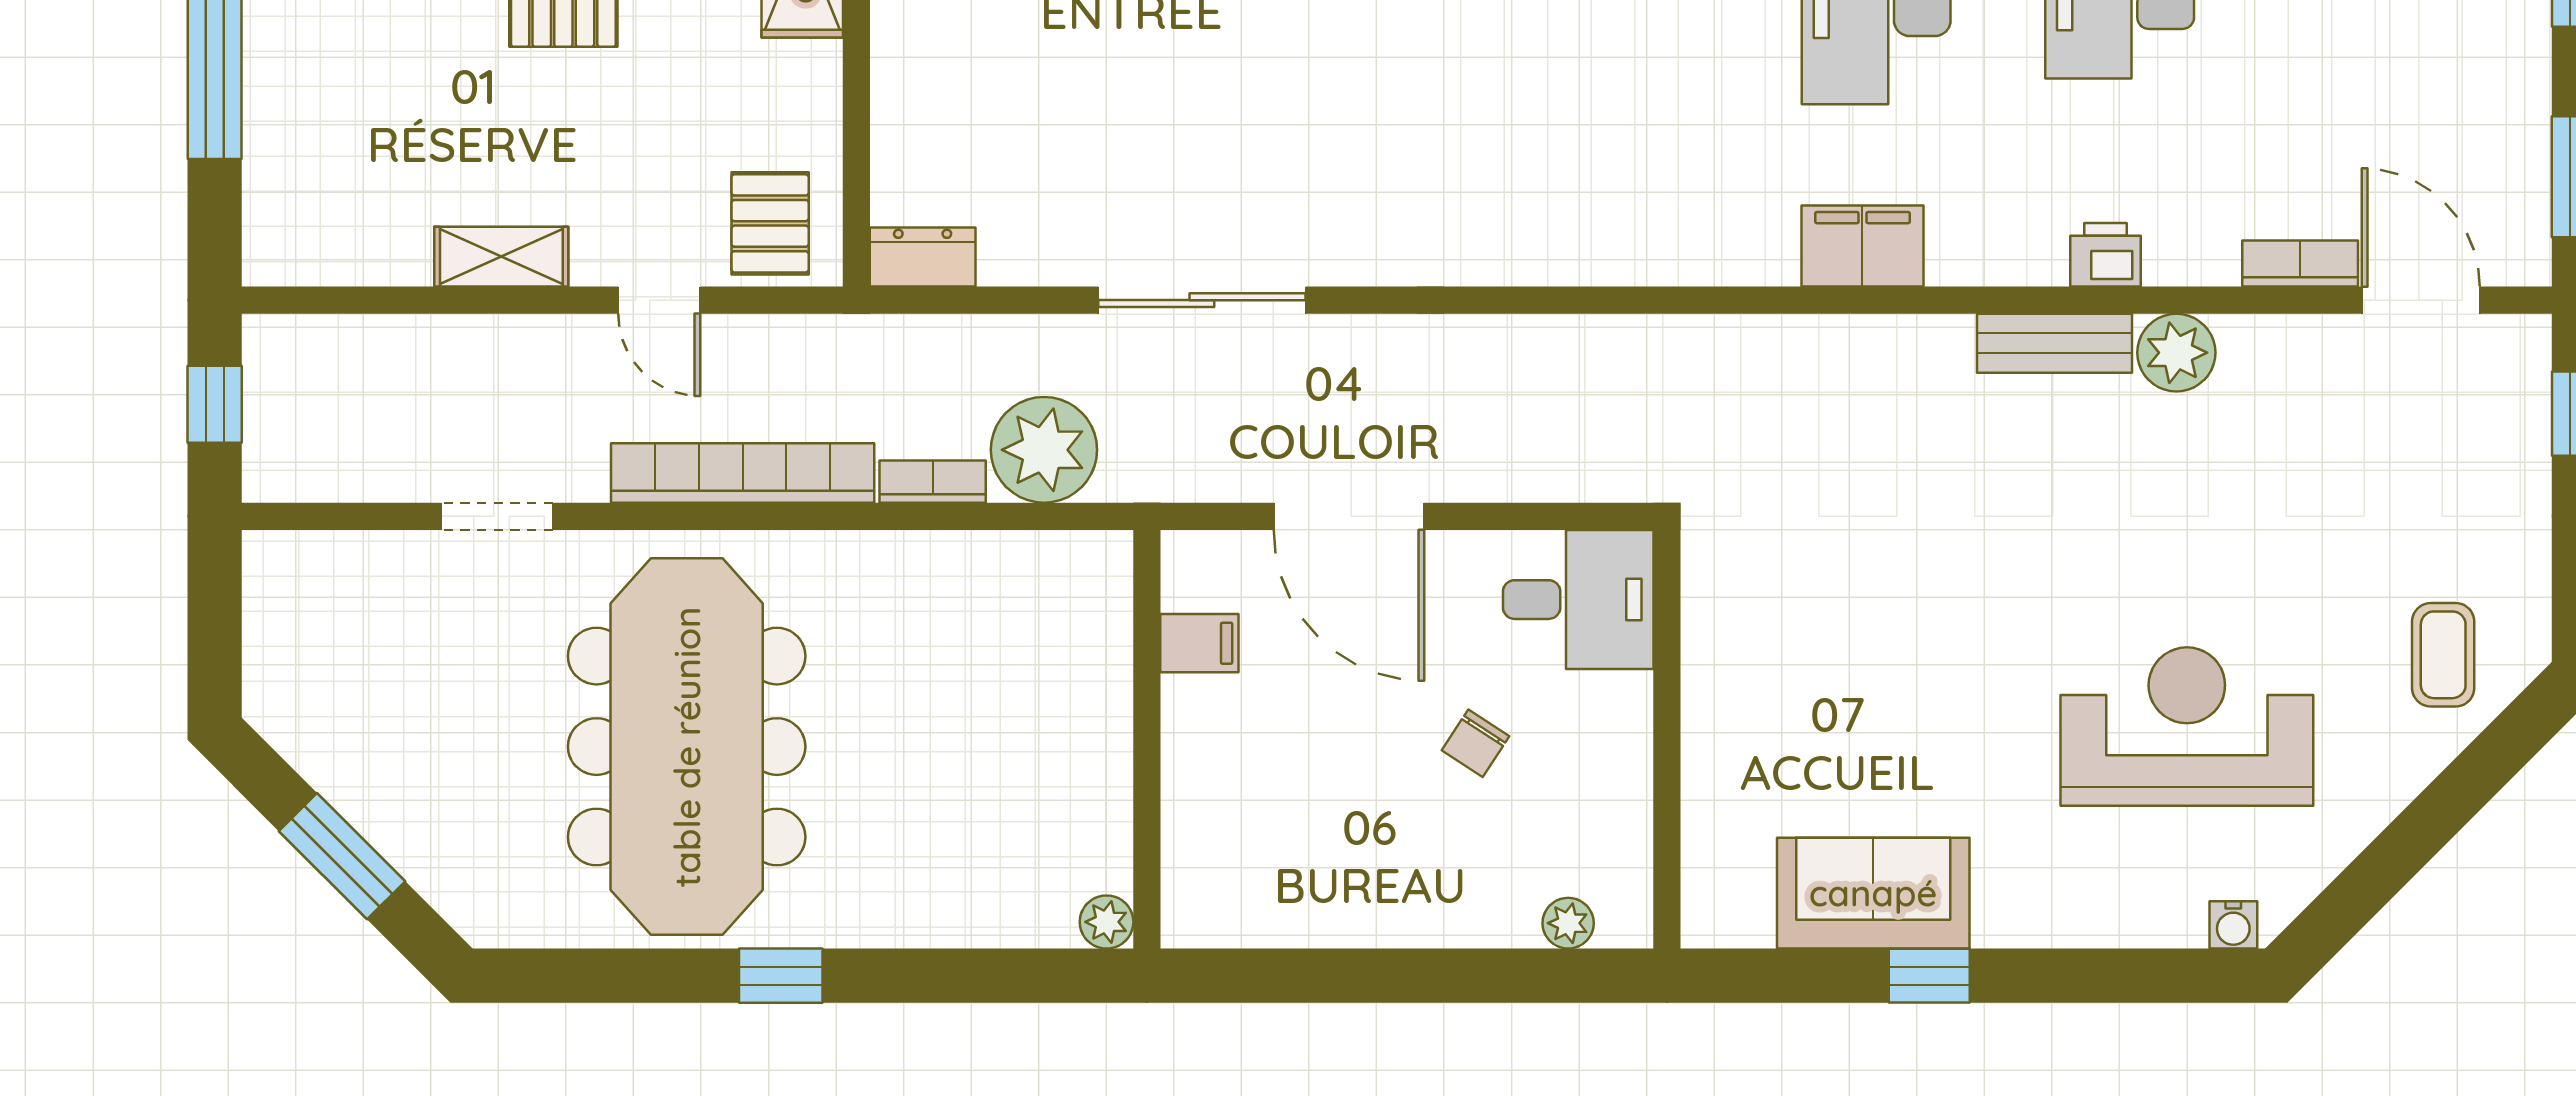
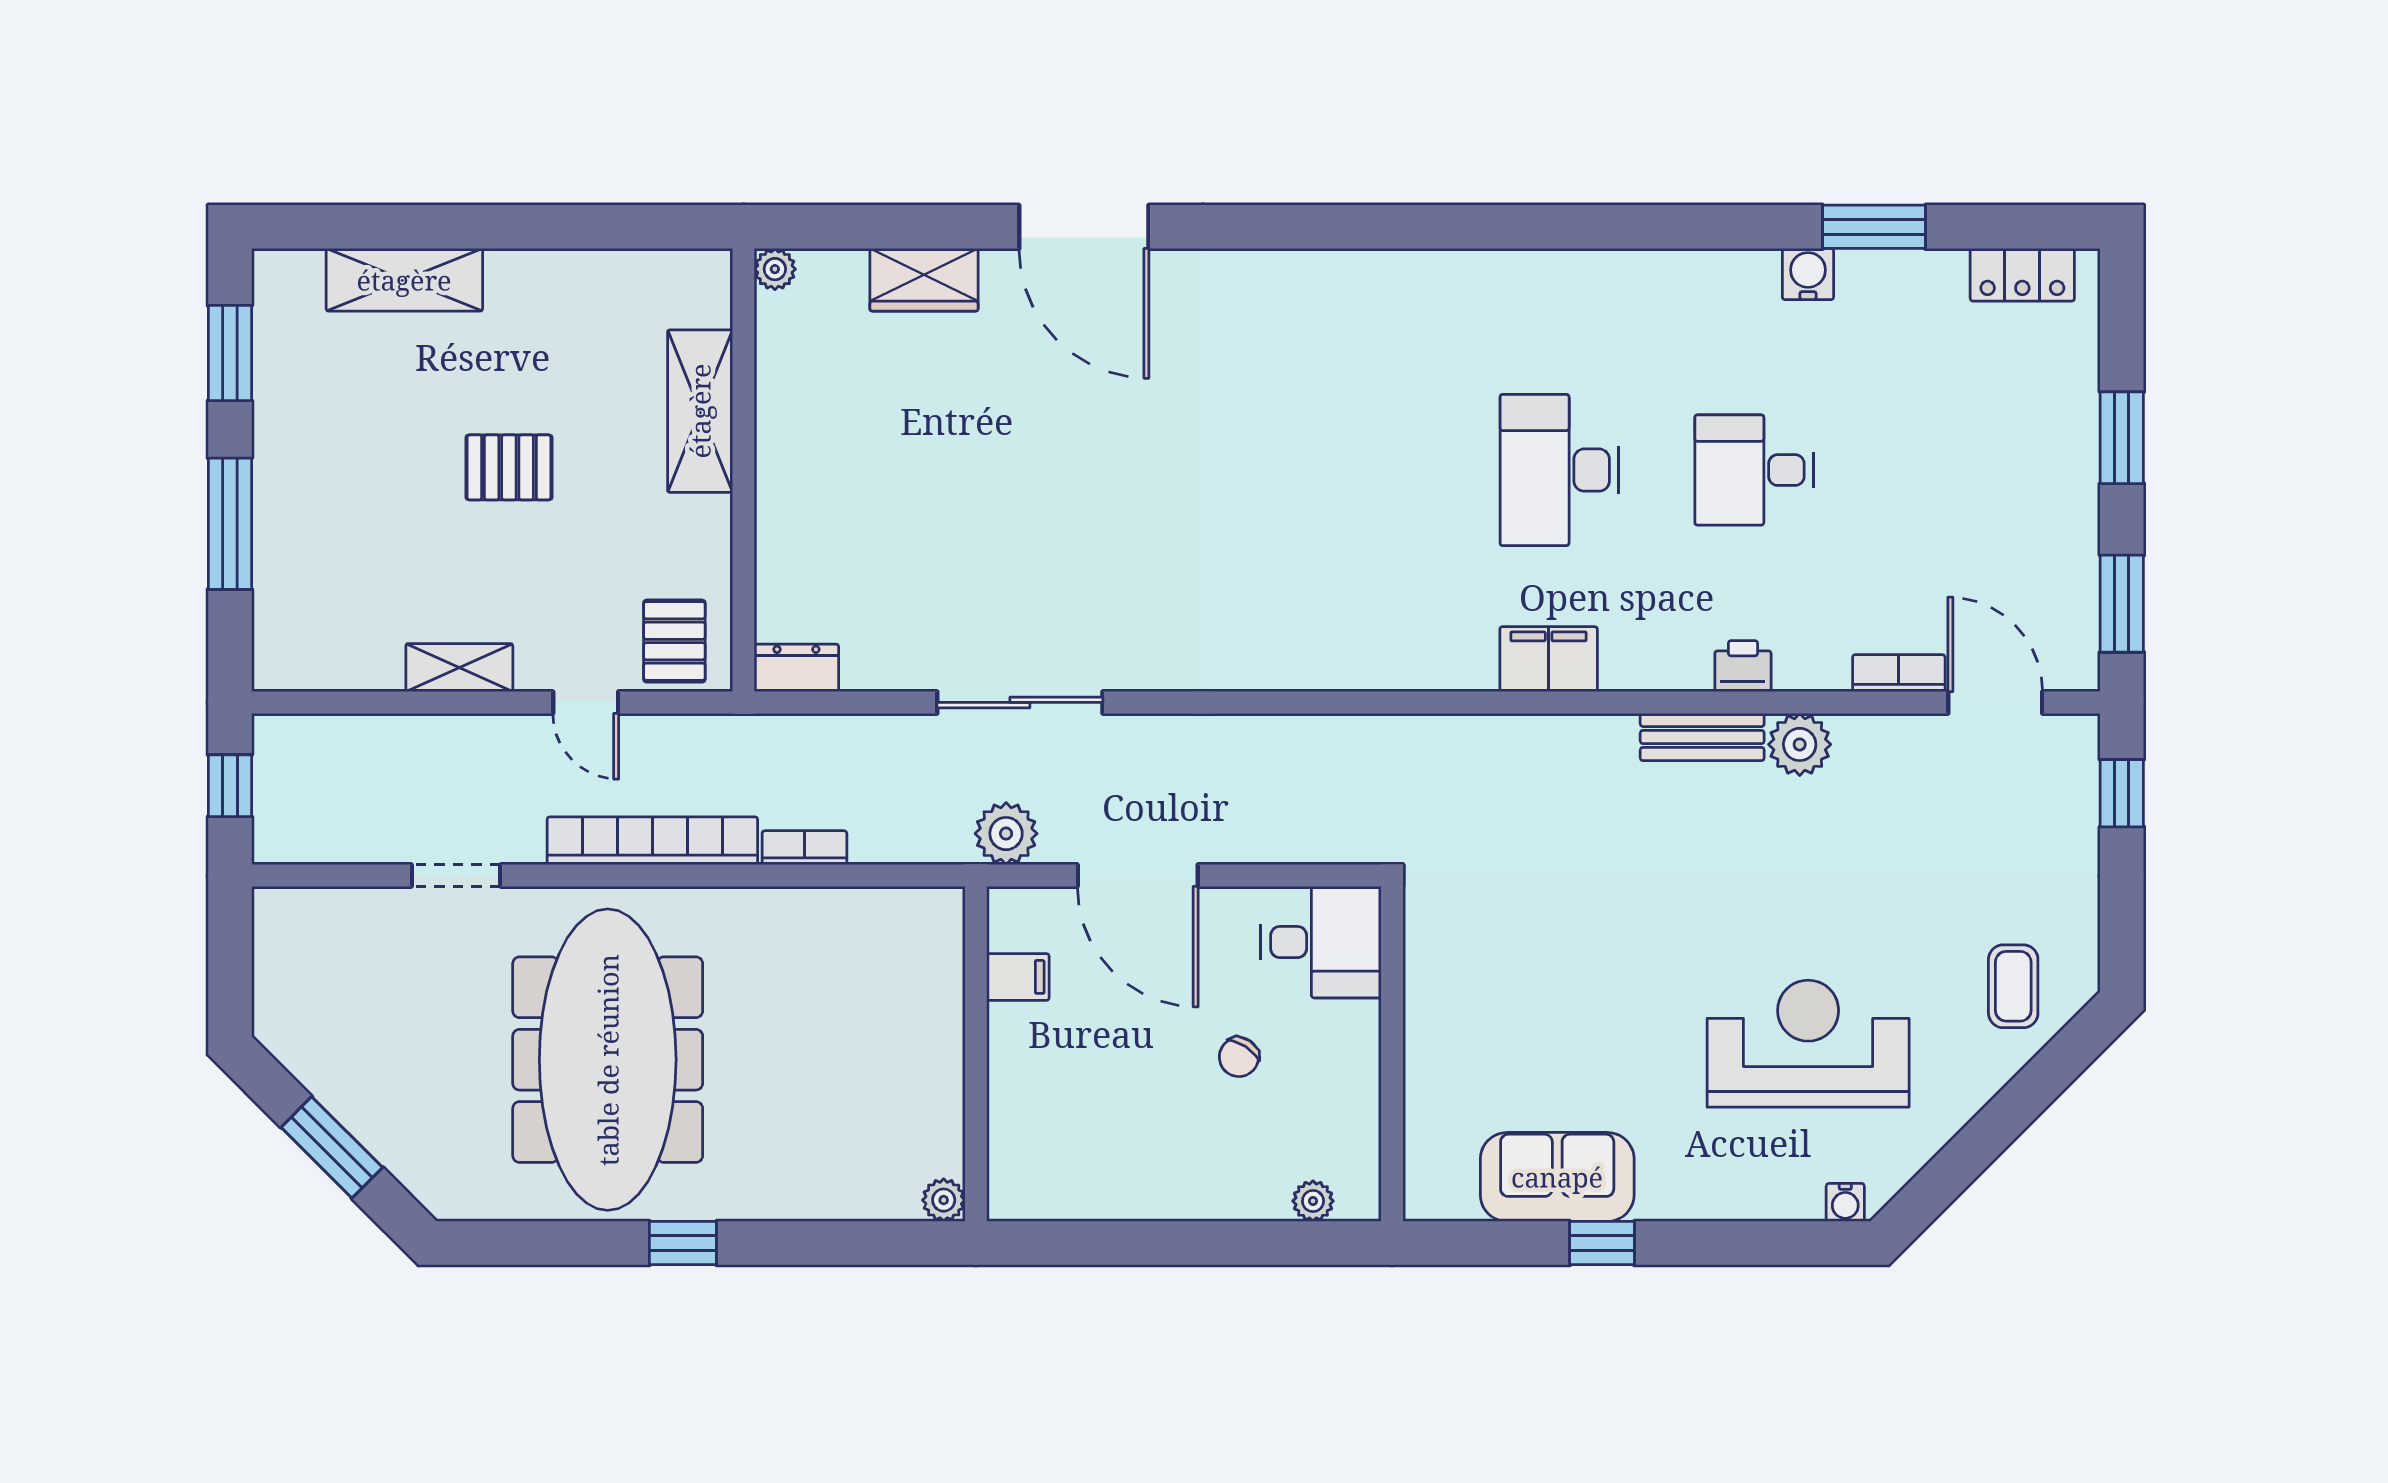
plant: (1044, 450) -> (1006, 834), moved, width x0.73, depth x0.73

